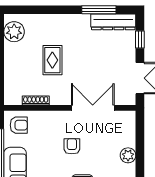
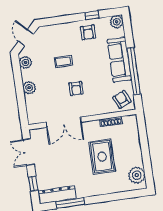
rug: (52, 60) -> (102, 156), width x1.36, depth x1.43
armchair: (19, 125) -> (122, 99), turned 67

